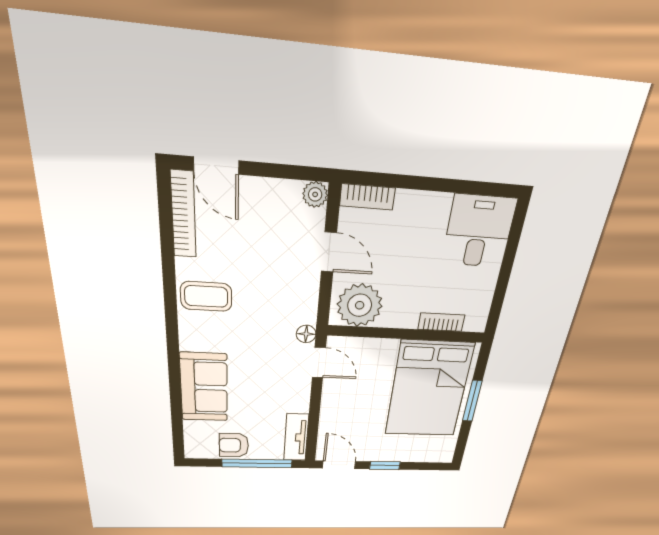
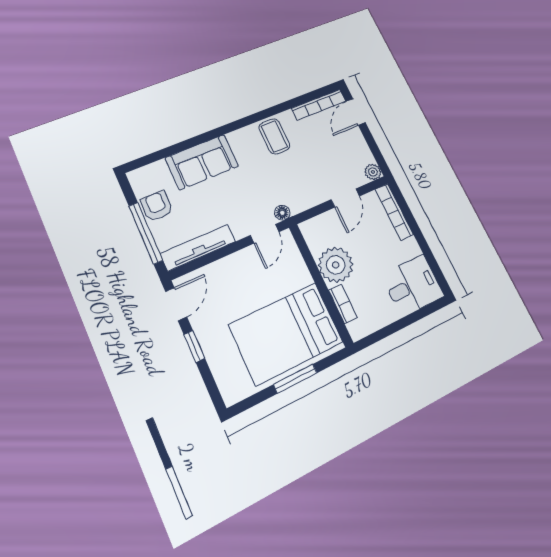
bookcase: (367, 197) -> (394, 212), width x1.56
plant: (360, 305) -> (336, 265), moved
tv unit: (296, 437) -> (198, 248), width x1.41

